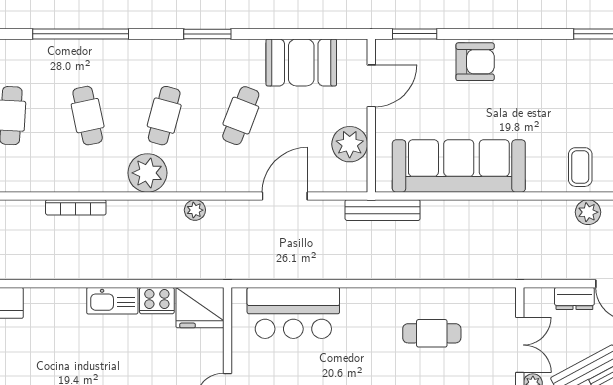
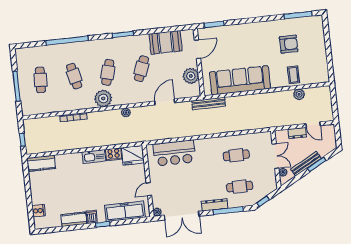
armchair: (475, 62) -> (289, 44), moved

